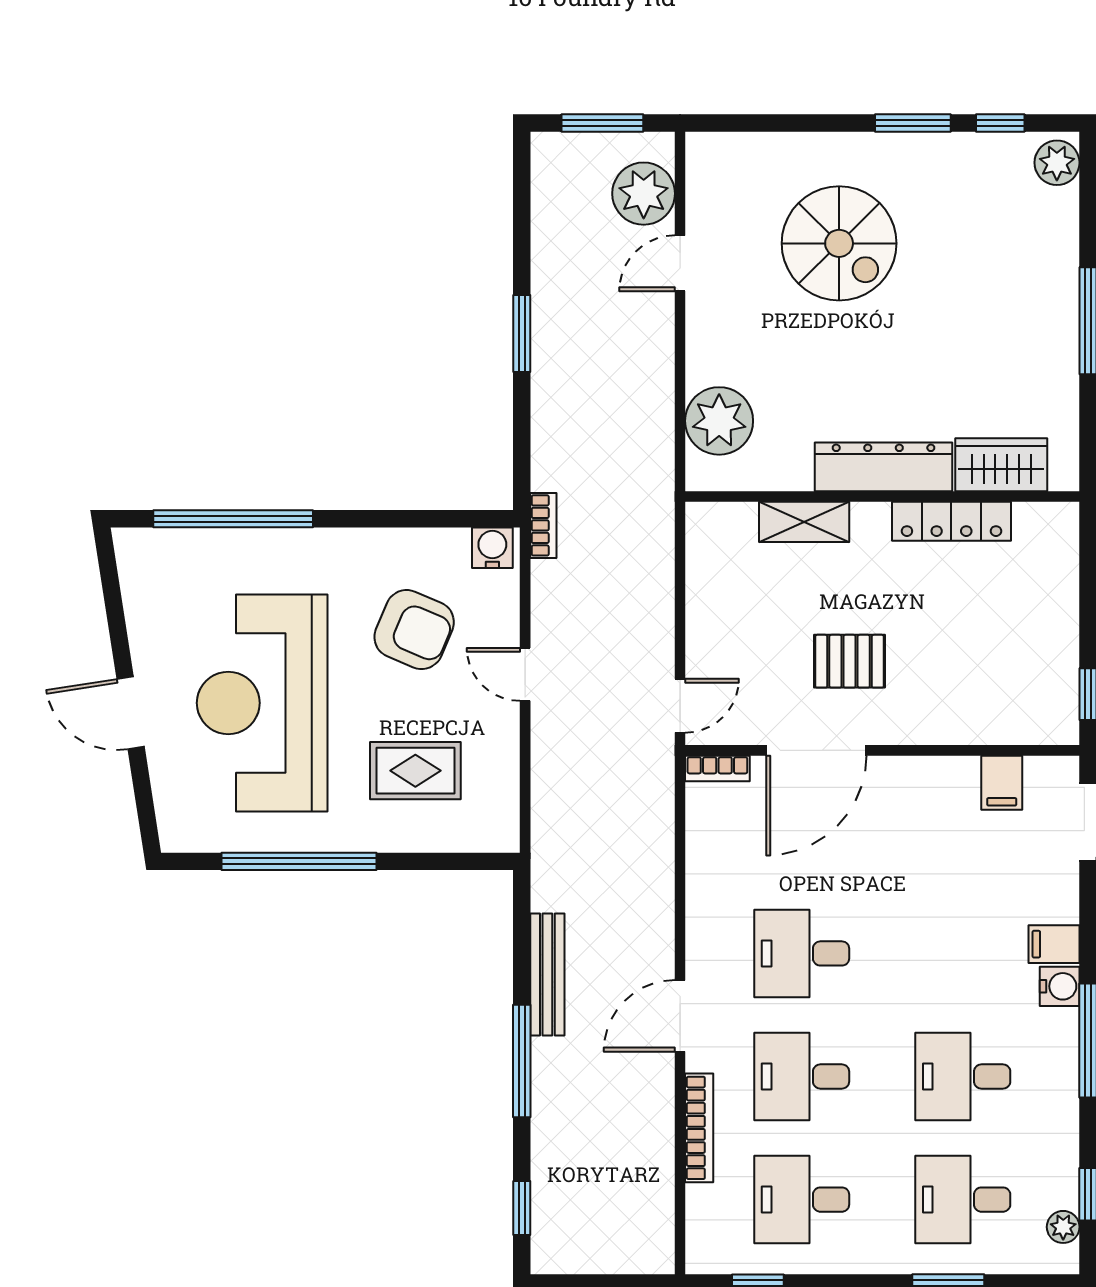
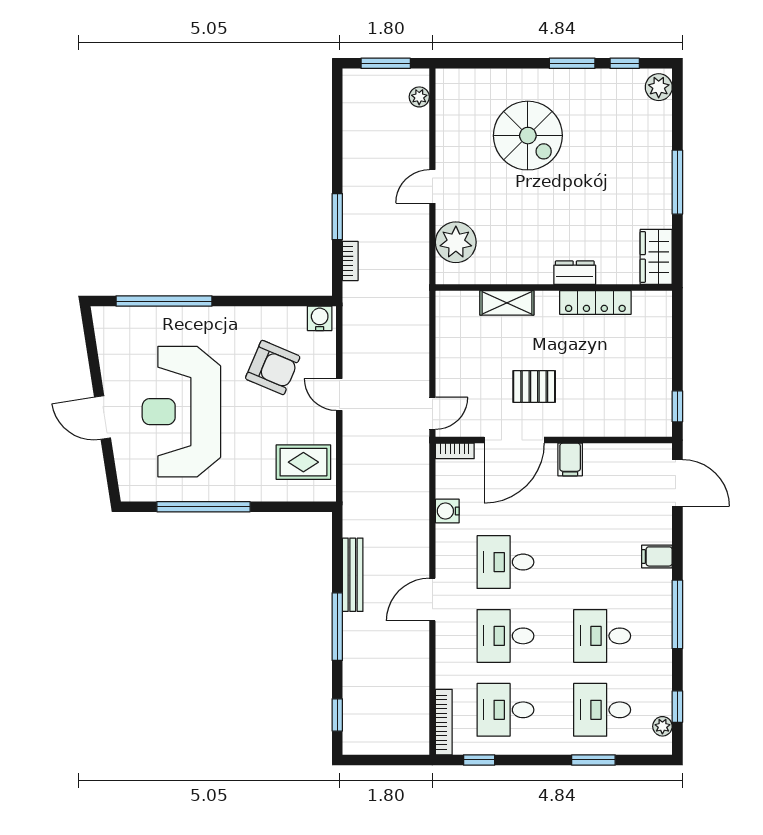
plant: (644, 194) -> (419, 97), width x0.53, depth x0.53
door: (680, 263) -> (432, 186), moved
window: (522, 334) -> (337, 217), moved
wardrobe: (1001, 465) -> (656, 257), moved, turned -90
dresser: (884, 467) -> (575, 273), width x0.51, depth x0.80
bookcase: (543, 525) -> (350, 261), moved
rug: (415, 771) -> (303, 462), moved
filing cabinet: (1002, 783) -> (570, 460), moved
water cooler: (1060, 986) -> (447, 511), moved, turned 180
bookcase: (699, 1128) -> (444, 722), moved

